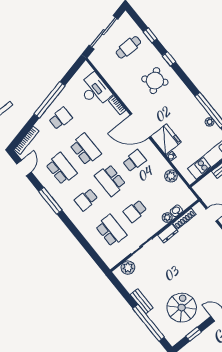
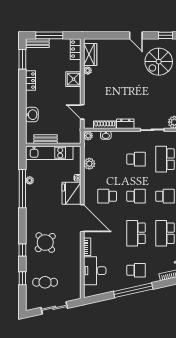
sliding door: (104, 32) -> (54, 308), width x0.73
school desk: (61, 118) -> (136, 270), turned 180
school desk: (110, 180) -> (136, 196), width x0.54
plant: (167, 218) -> (88, 136), moved

